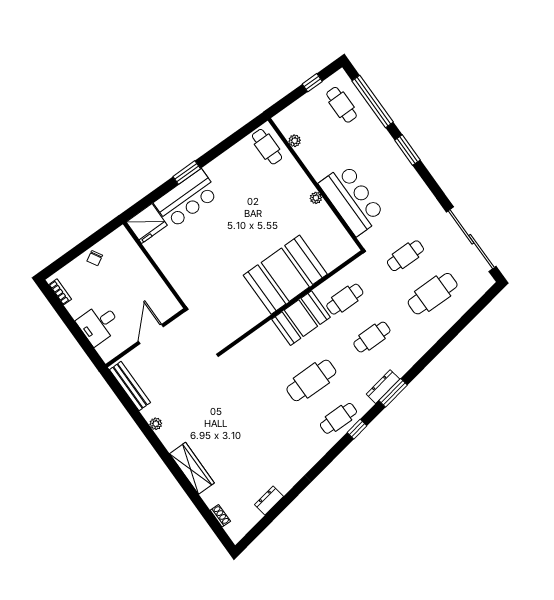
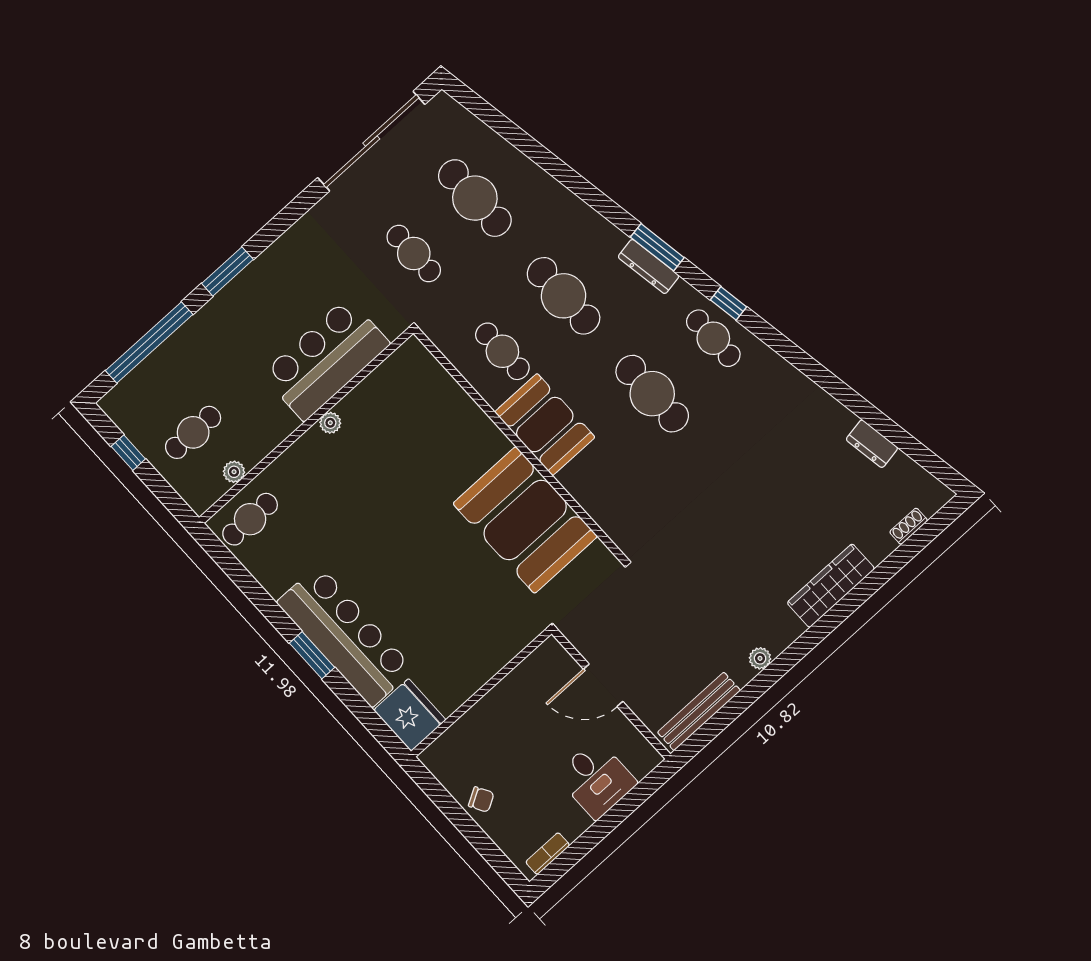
cafe table: (342, 105) -> (193, 432), moved
bar counter: (187, 199) -> (345, 636), width x1.36
booth: (285, 275) -> (525, 520), moved
cafe table: (372, 337) -> (564, 296), width x1.37, depth x1.35

